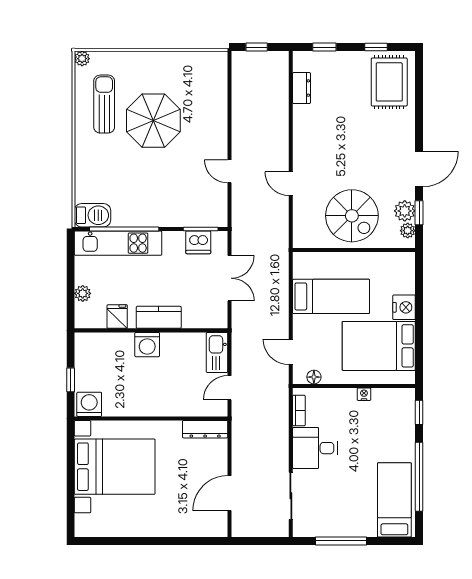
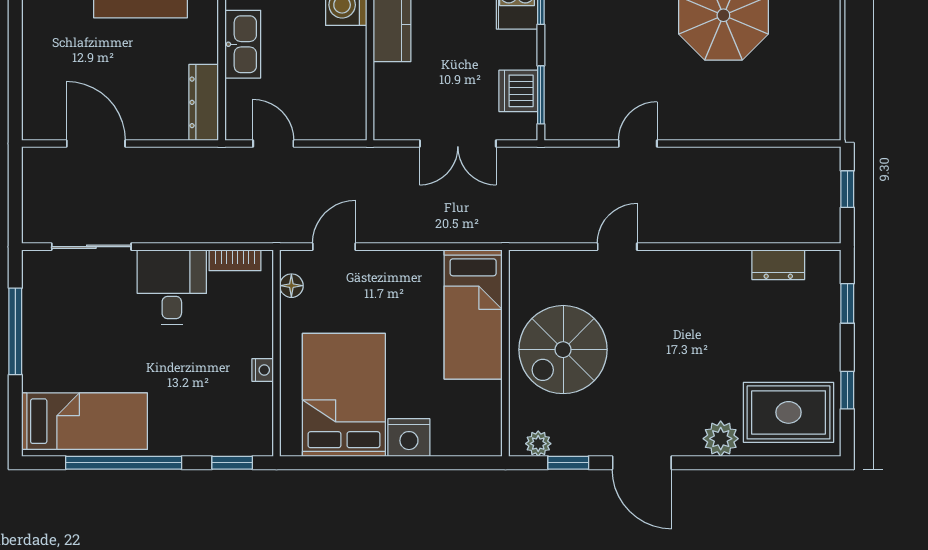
plant: (405, 211) -> (721, 439), moved
bed: (331, 296) -> (473, 315), moved
kitchen sink: (217, 352) -> (243, 44), moved, turned 90

